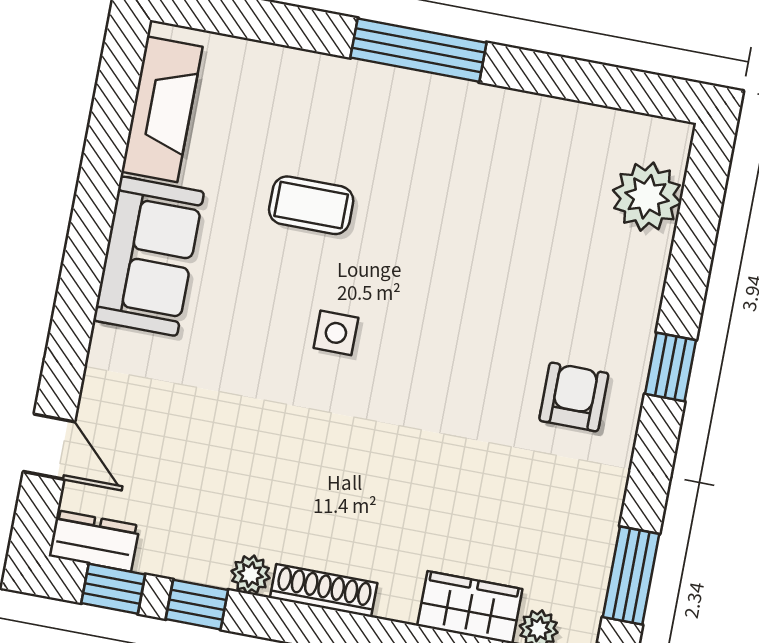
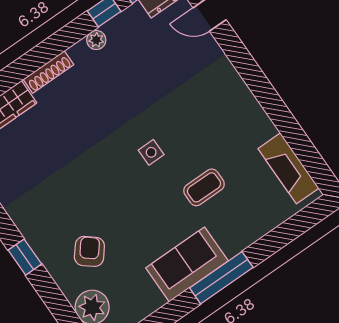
sofa: (149, 256) -> (187, 264), moved, turned 90
armchair: (574, 397) -> (89, 251), moved, turned -141
shoe rack: (324, 590) -> (48, 72), moved

